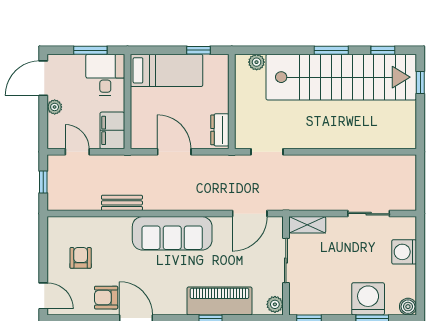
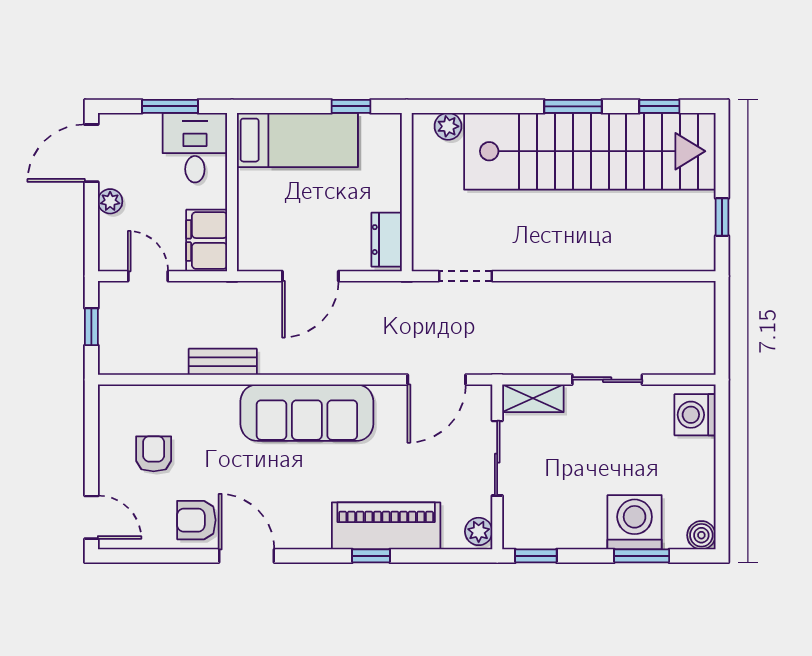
window: (420, 82) -> (722, 217), moved
door: (174, 152) -> (310, 276), swing flipped
sliding door: (369, 214) -> (607, 380), moved
washing machine: (404, 252) -> (695, 415), moved

